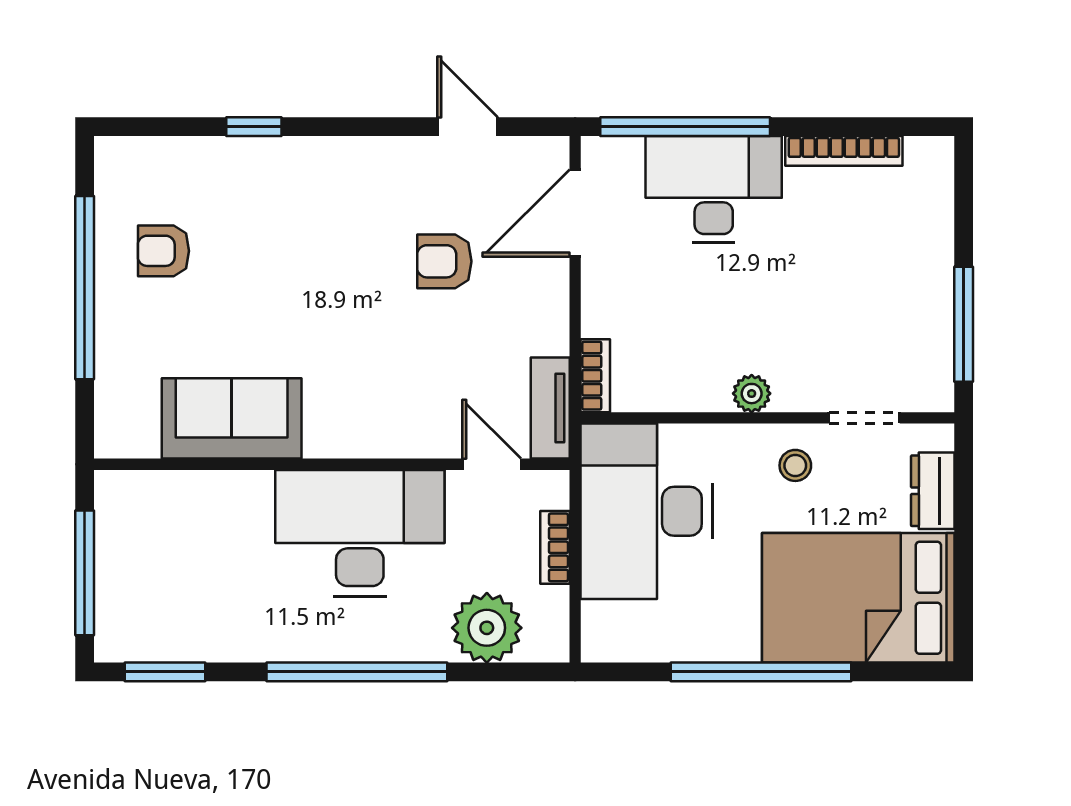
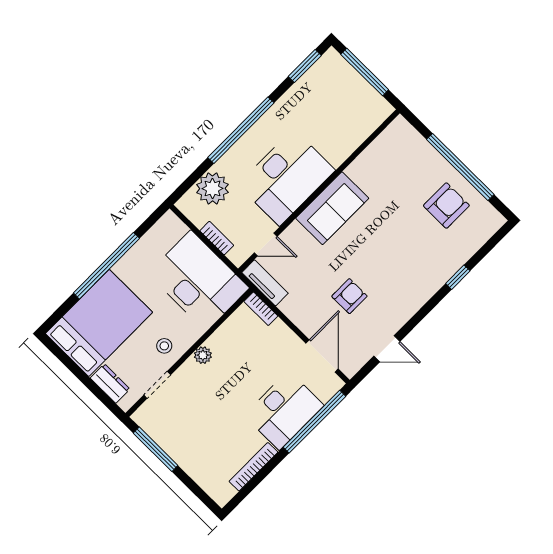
armchair: (163, 251) -> (446, 206), width x1.38, depth x1.38
sofa: (232, 418) -> (332, 208), moved

